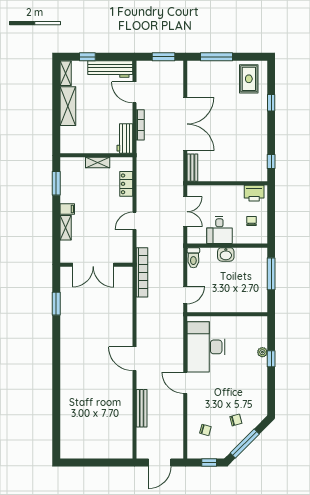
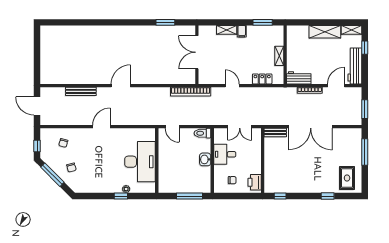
rug: (249, 79) -> (347, 178), turned 90
desk: (206, 347) -> (140, 162), moved, turned 90

